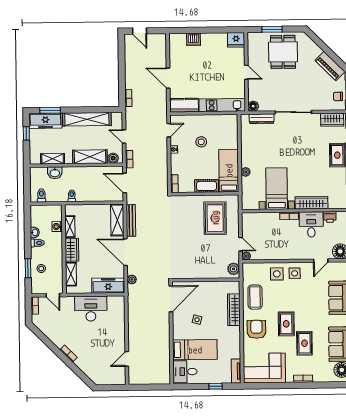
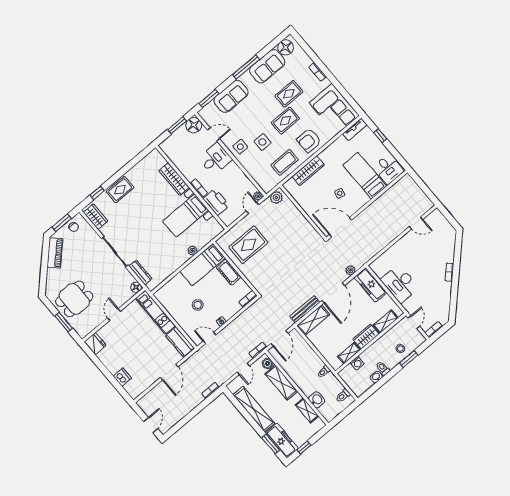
printer: (330, 217) -> (216, 202), moved, width x1.87, depth x1.48
desk: (311, 224) -> (215, 159), moved, turned 180
side table: (277, 274) -> (262, 142), moved

